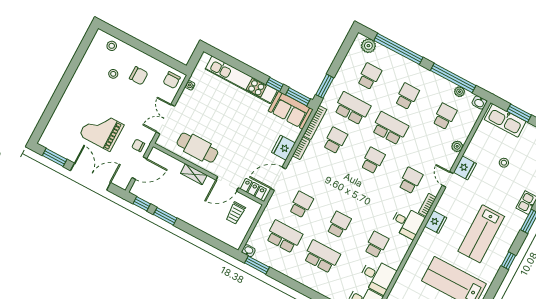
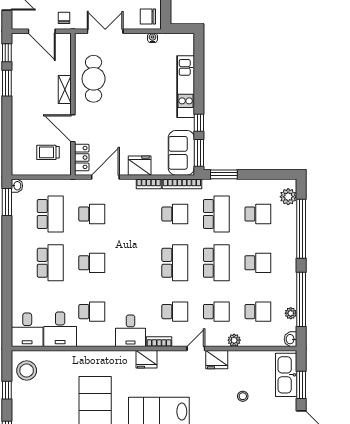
kitchen unit: (241, 80) -> (186, 87), width x0.73
school desk: (428, 148) -> (216, 312), added
school desk: (373, 160) -> (175, 263), width x1.85
door: (278, 179) -> (105, 177), hinge flipped

